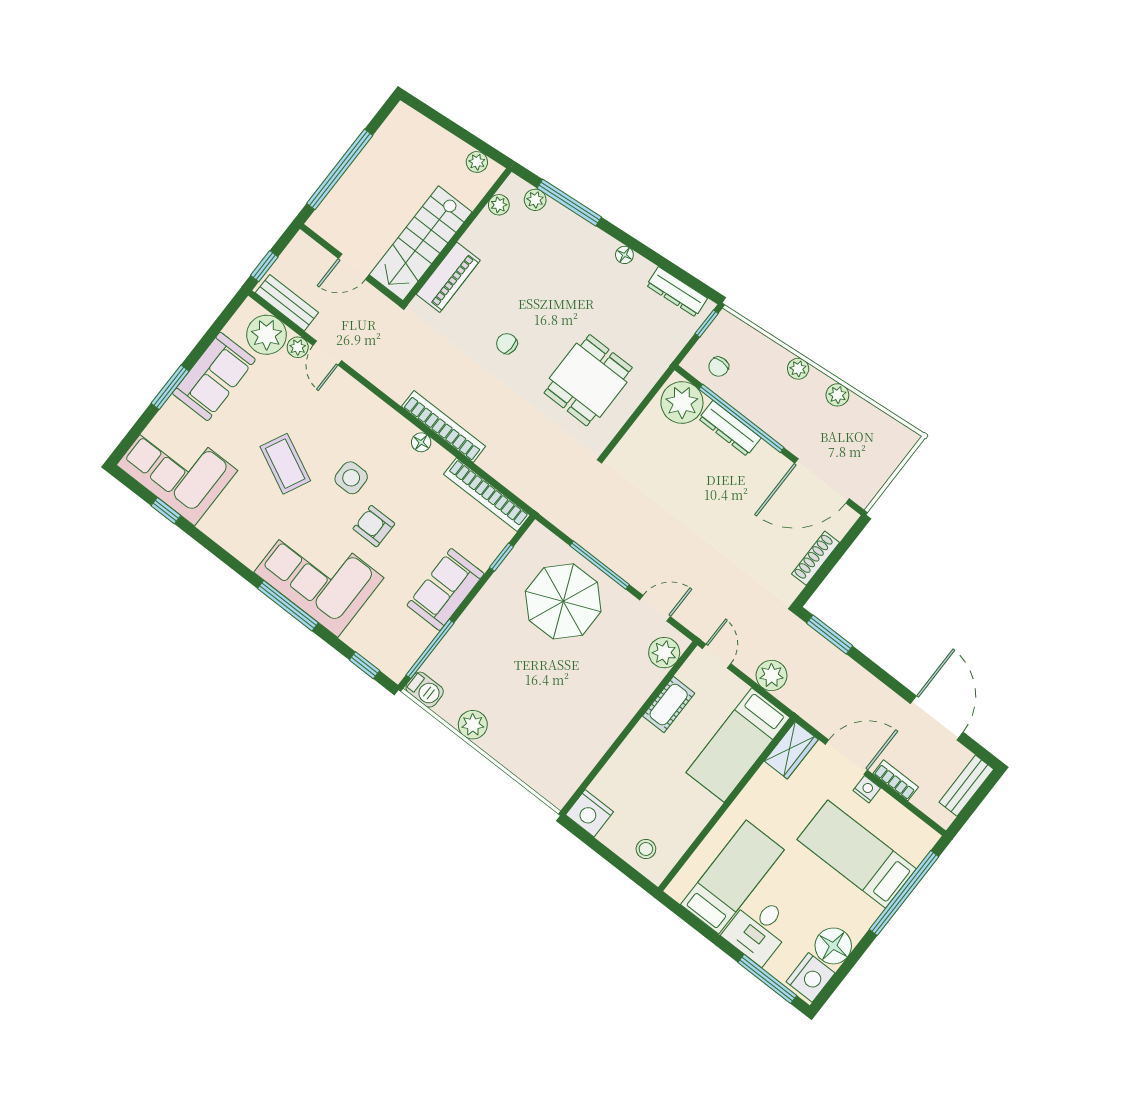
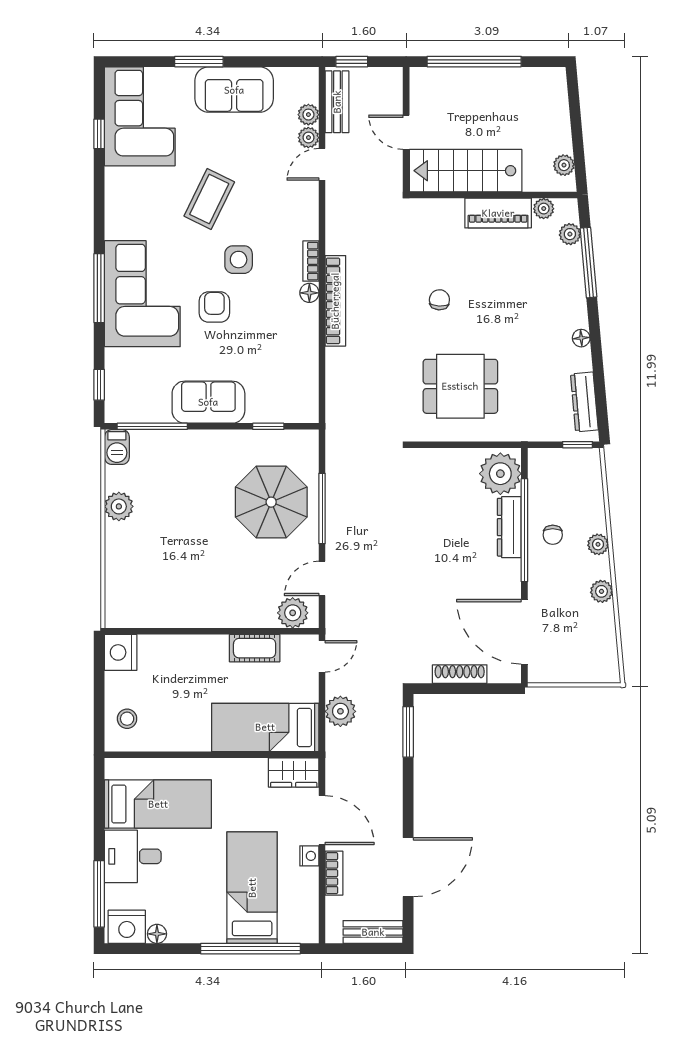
piano: (448, 277) -> (498, 213), moved
plant: (267, 335) -> (308, 115), width x0.53, depth x0.53
chair: (719, 367) -> (553, 535), moved, turned -90
bookcase: (487, 495) -> (311, 261), moved, width x0.43, depth x0.76
door: (655, 608) -> (322, 578), swing flipped
floor lamp: (833, 946) -> (157, 934), width x0.53, depth x0.53

